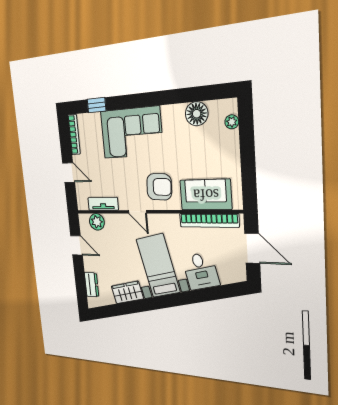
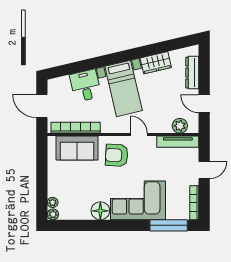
window: (97, 105) -> (169, 225), width x2.17
plant: (230, 106) -> (53, 214), added
floor lamp: (197, 114) -> (100, 211), moved
door: (69, 173) -> (204, 170), swing flipped
tv unit: (103, 204) -> (178, 142), width x1.41
dresser: (92, 285) -> (192, 73), width x1.44

